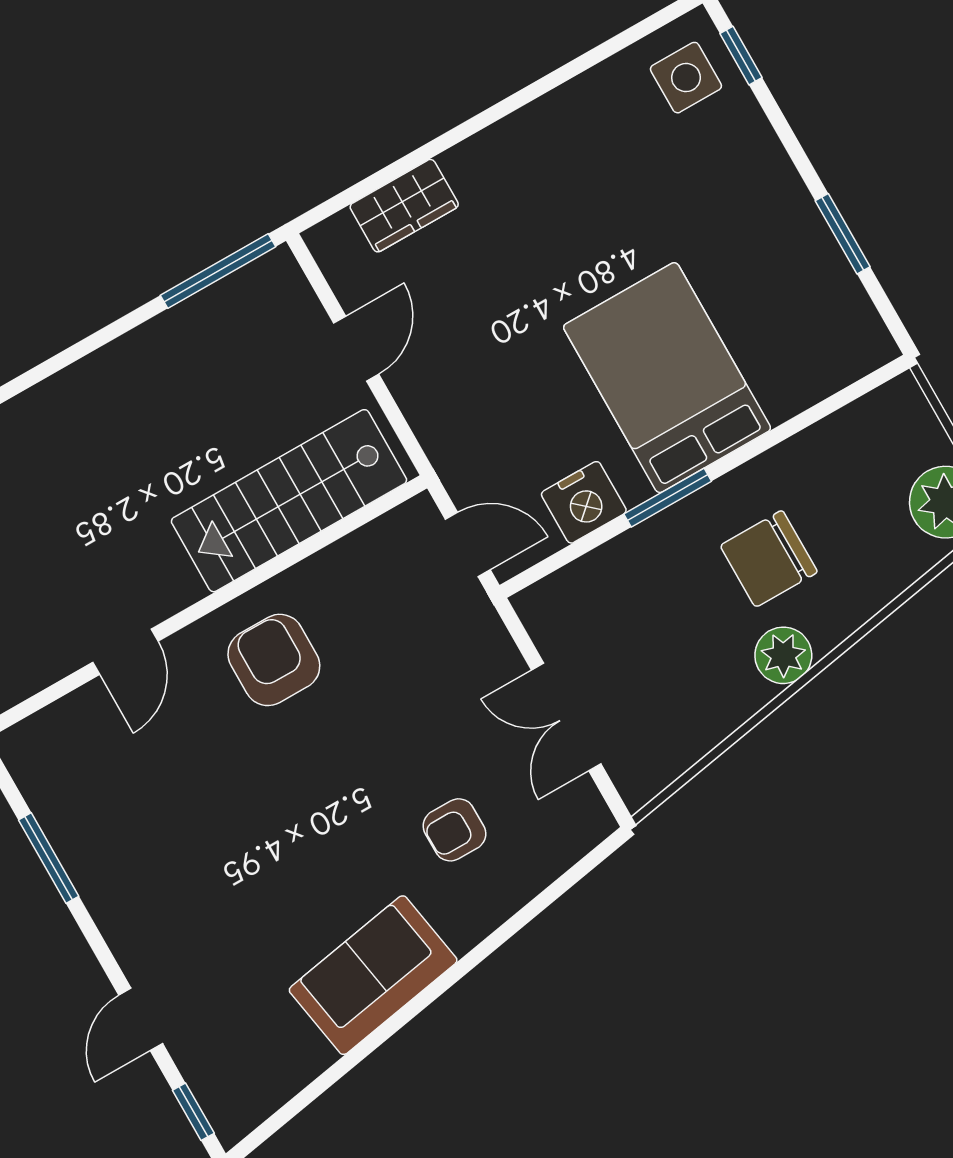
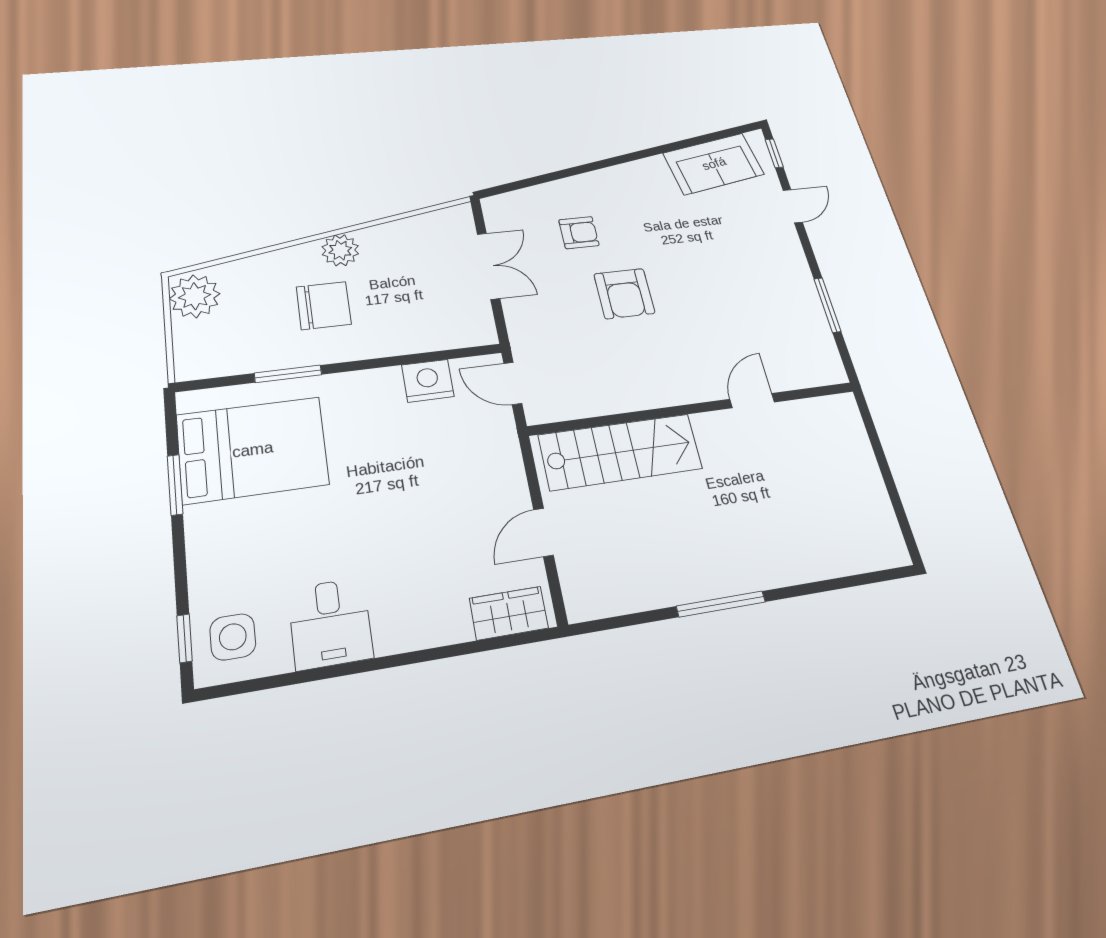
desk: (578, 135) -> (330, 623), added
wardrobe: (404, 206) -> (509, 613), moved
window: (218, 271) -> (721, 604), moved
bed: (667, 378) -> (253, 450), moved, turned -90
window: (668, 498) -> (288, 374), moved
armchair: (274, 660) -> (624, 294), moved
sofa: (373, 975) -> (714, 164), moved

